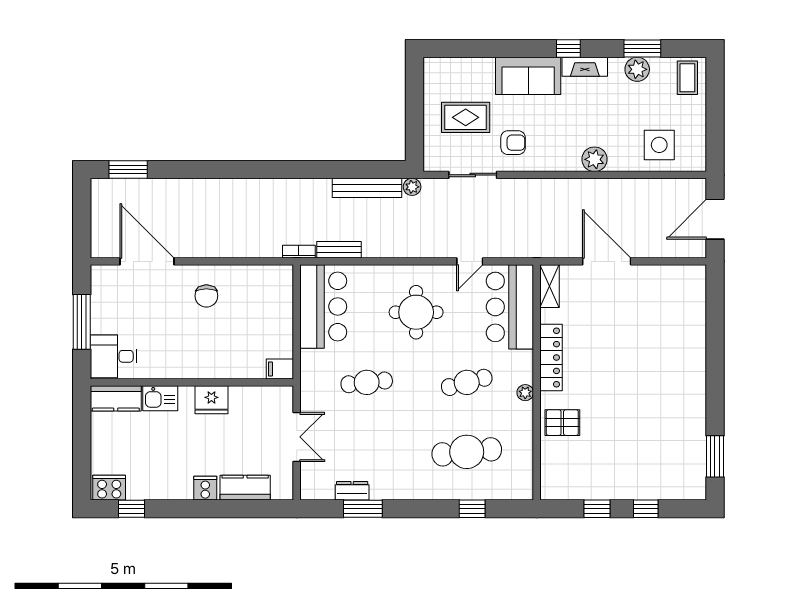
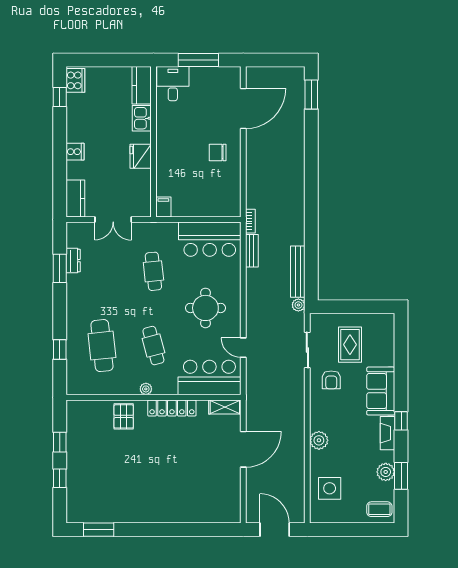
kitchen counter: (245, 488) -> (75, 199), moved

